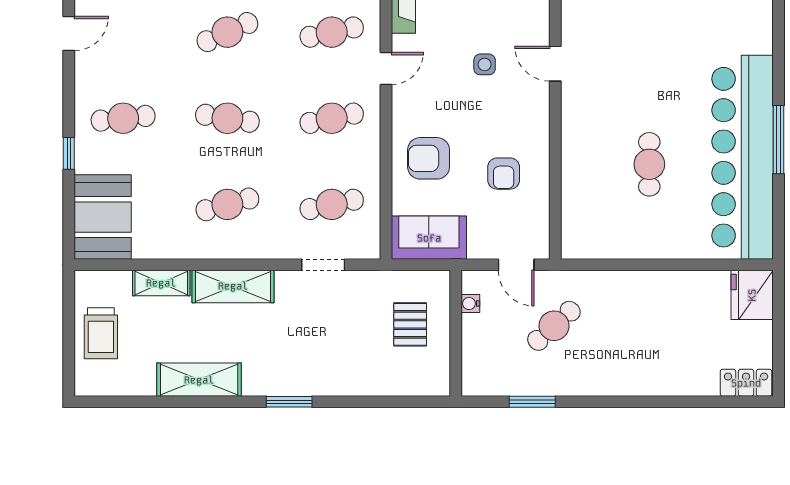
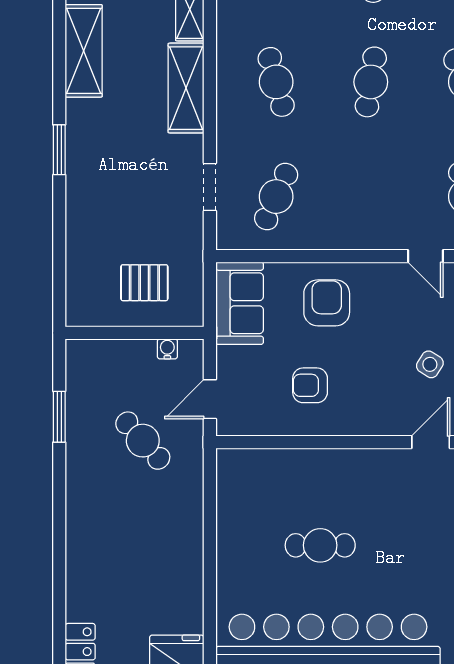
side table: (485, 64) -> (430, 364), turned 32
cafe table: (332, 118) -> (371, 197), removed
cafe table: (332, 204) -> (276, 197), turned 36

